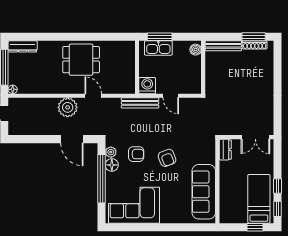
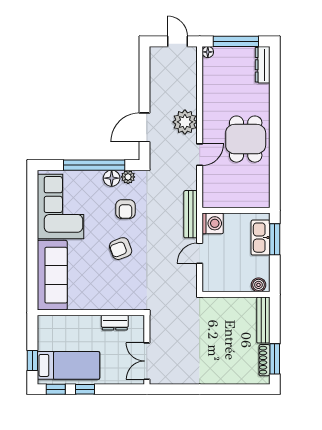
dresser: (225, 150) -> (115, 323), moved
sofa: (204, 192) -> (52, 275), moved, turned 90

